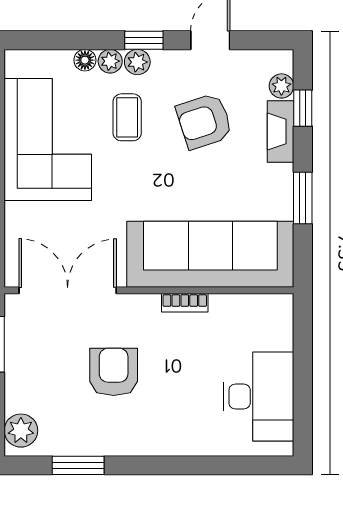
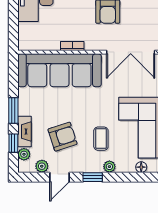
floor lamp: (85, 60) -> (141, 167), moved
plant: (137, 62) -> (42, 166), moved
window: (303, 198) -> (13, 111), moved

